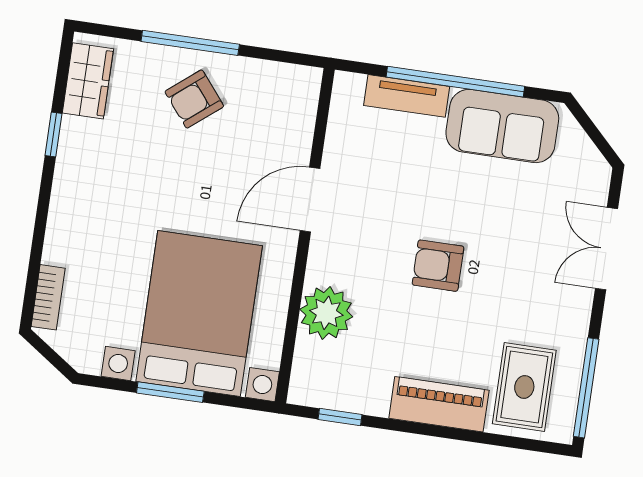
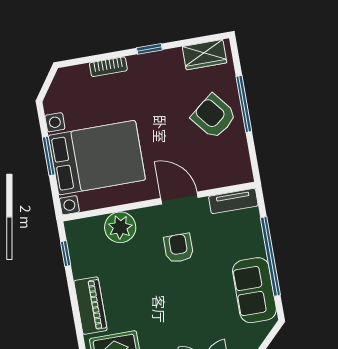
tv unit: (407, 96) -> (233, 201), moved, turned -90
armchair: (194, 99) -> (214, 116), width x1.38, depth x1.38
window: (54, 134) -> (149, 49), moved
armchair: (438, 266) -> (179, 248), moved
bookcase: (48, 297) -> (108, 67), moved

